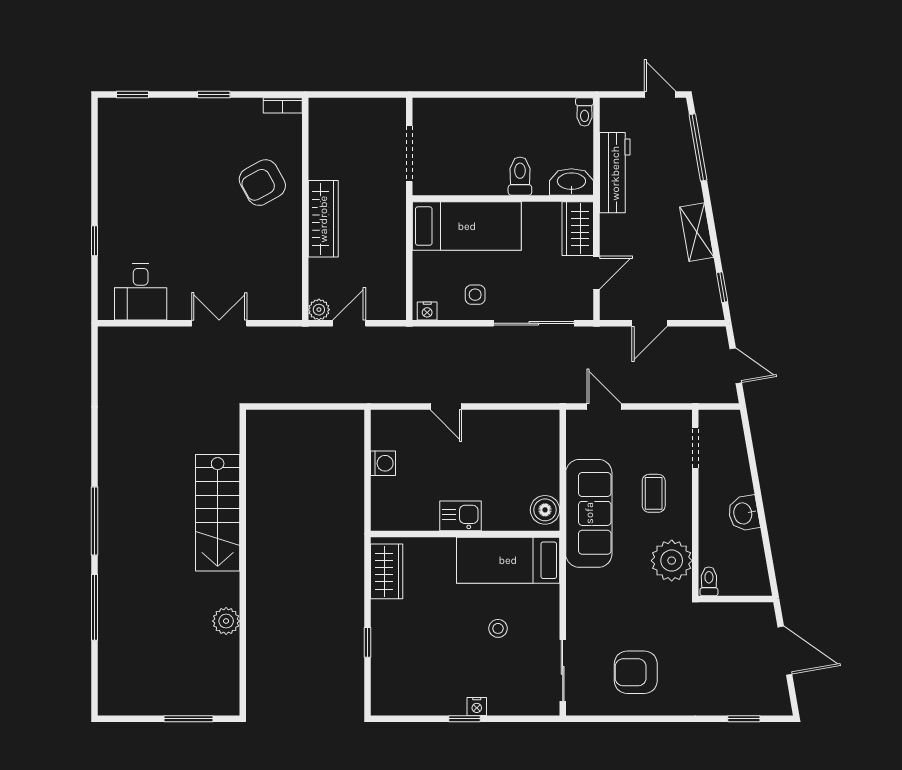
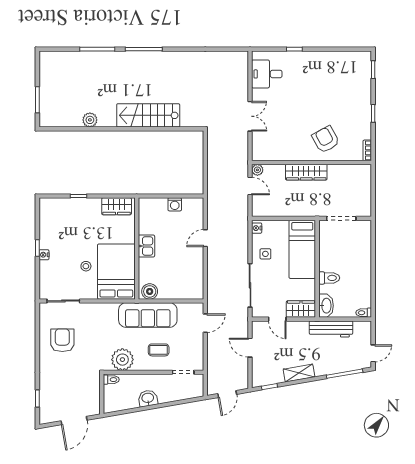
bed: (508, 560) -> (116, 272), width x1.50

